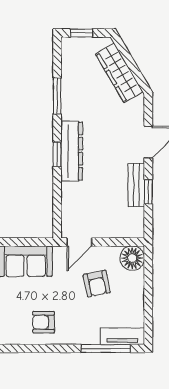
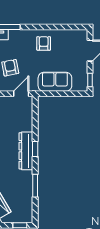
armchair: (44, 322) -> (44, 43), turned -90

